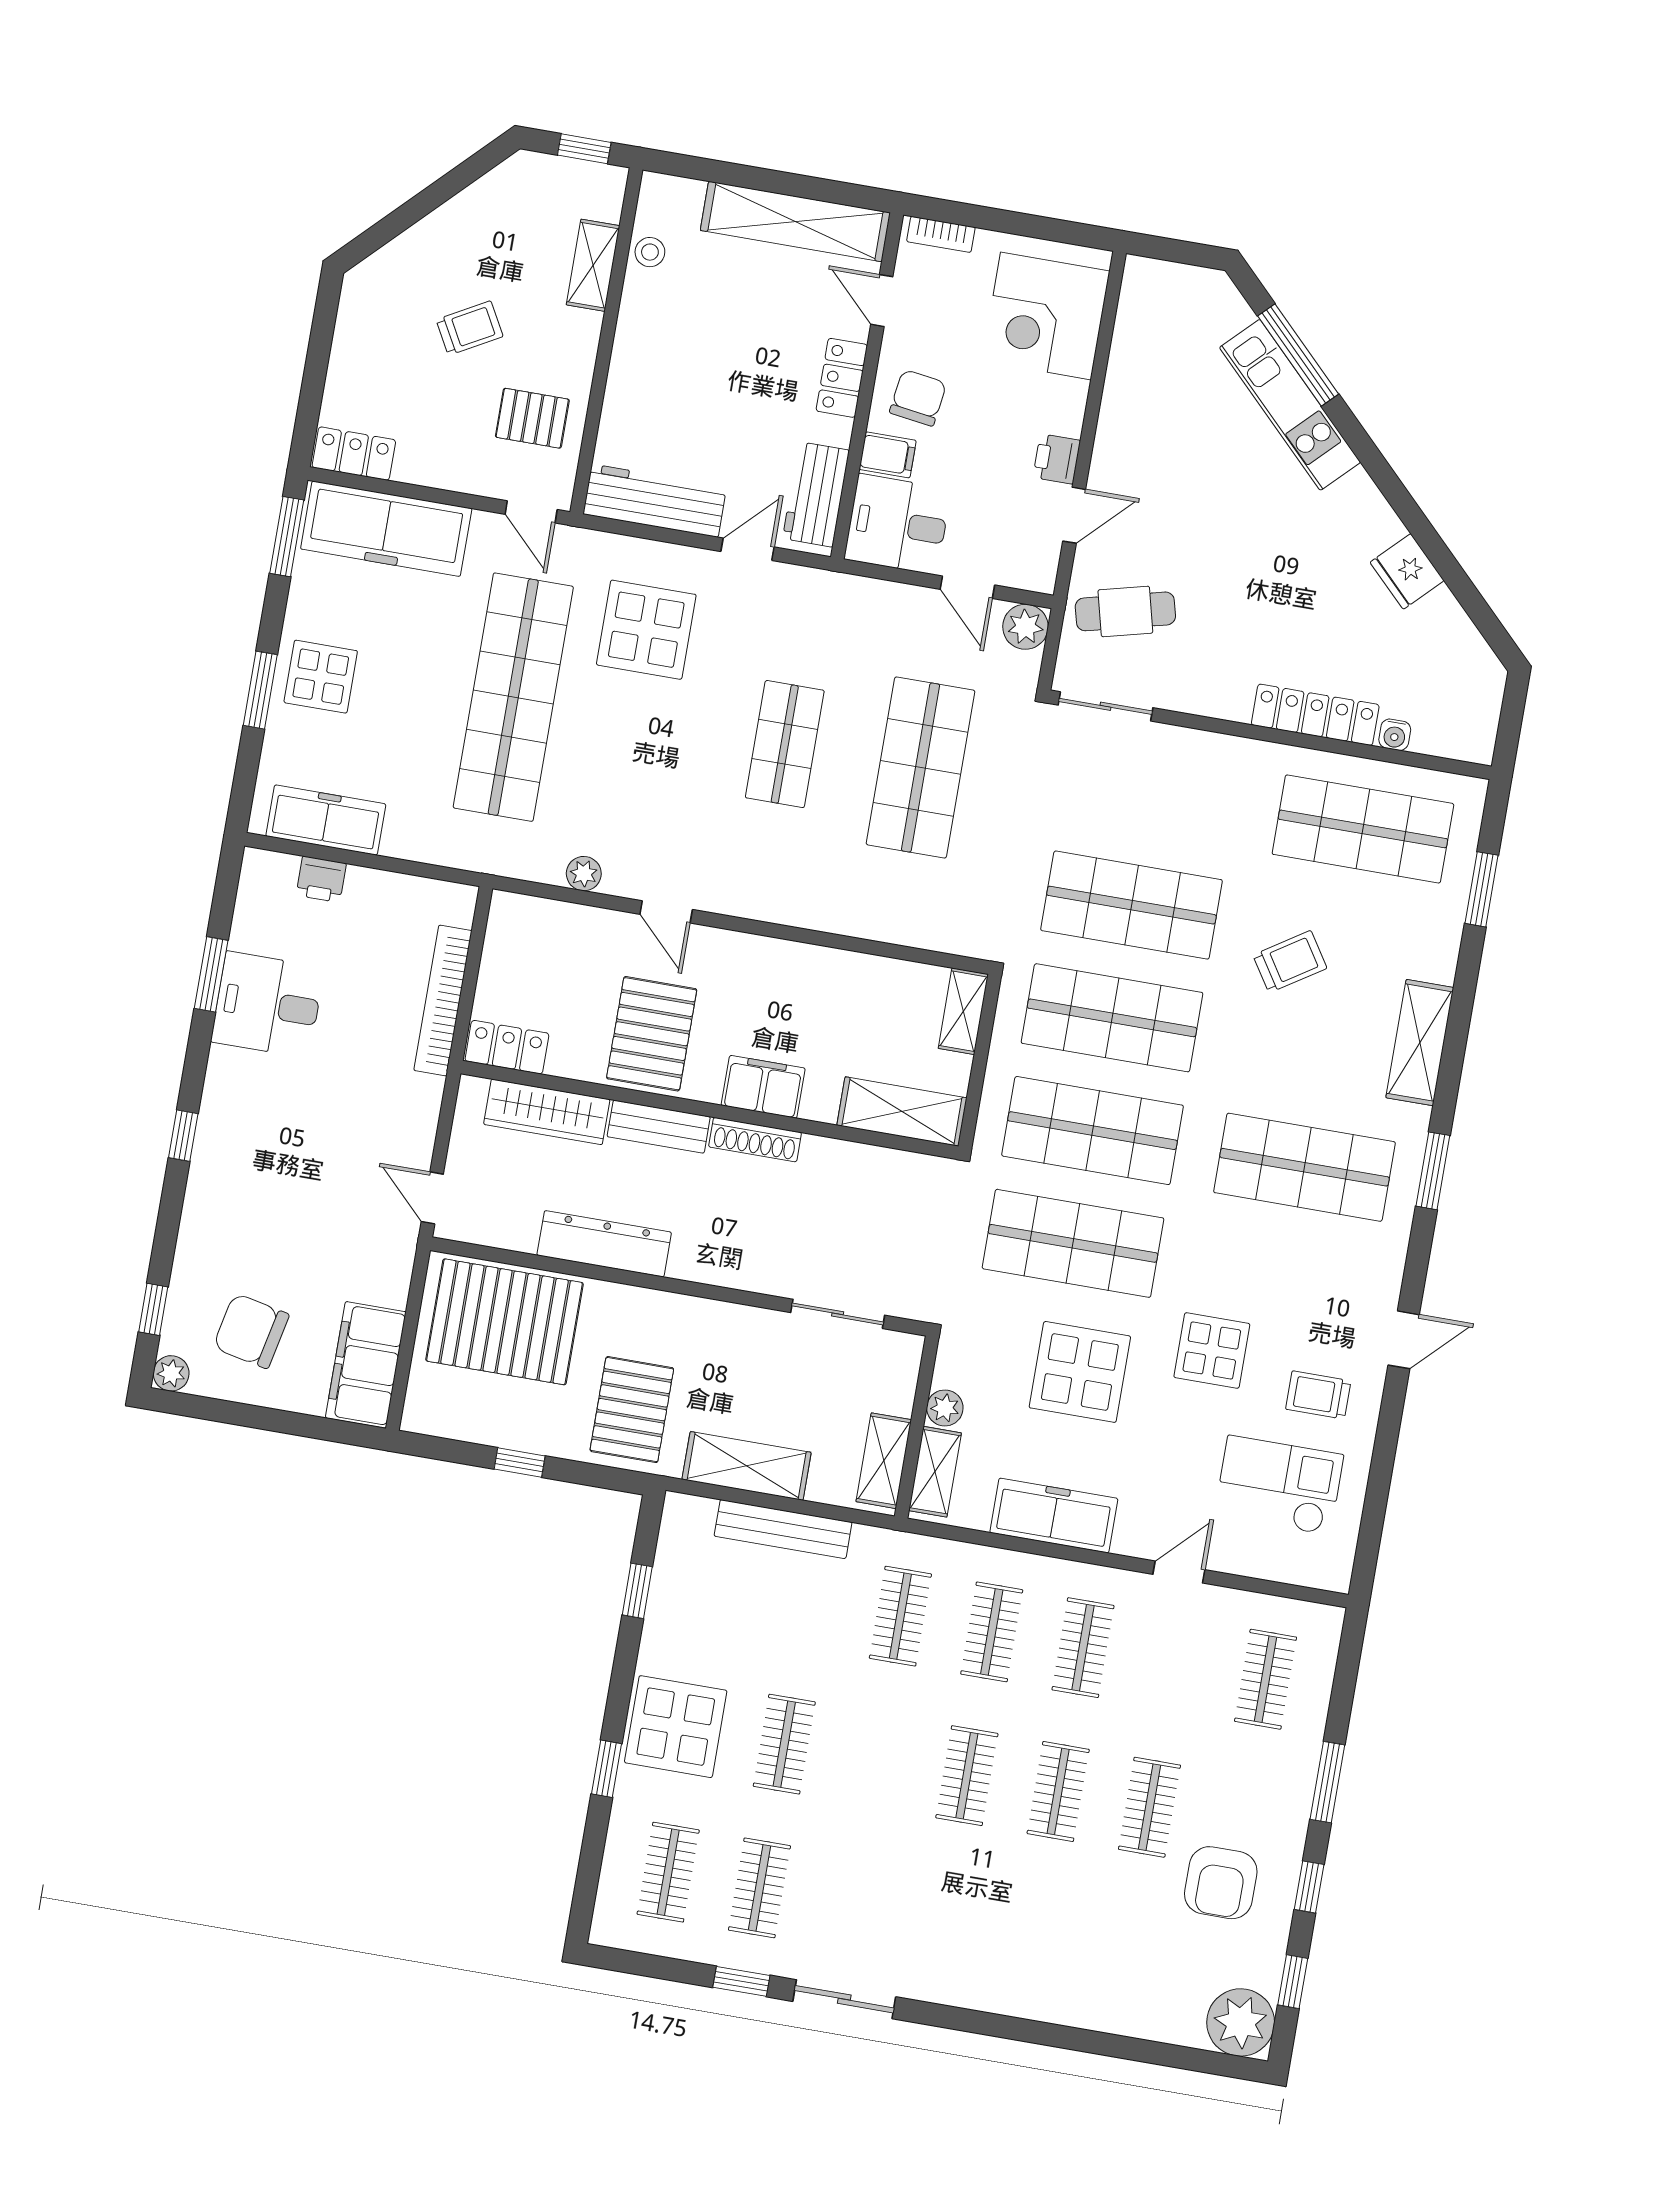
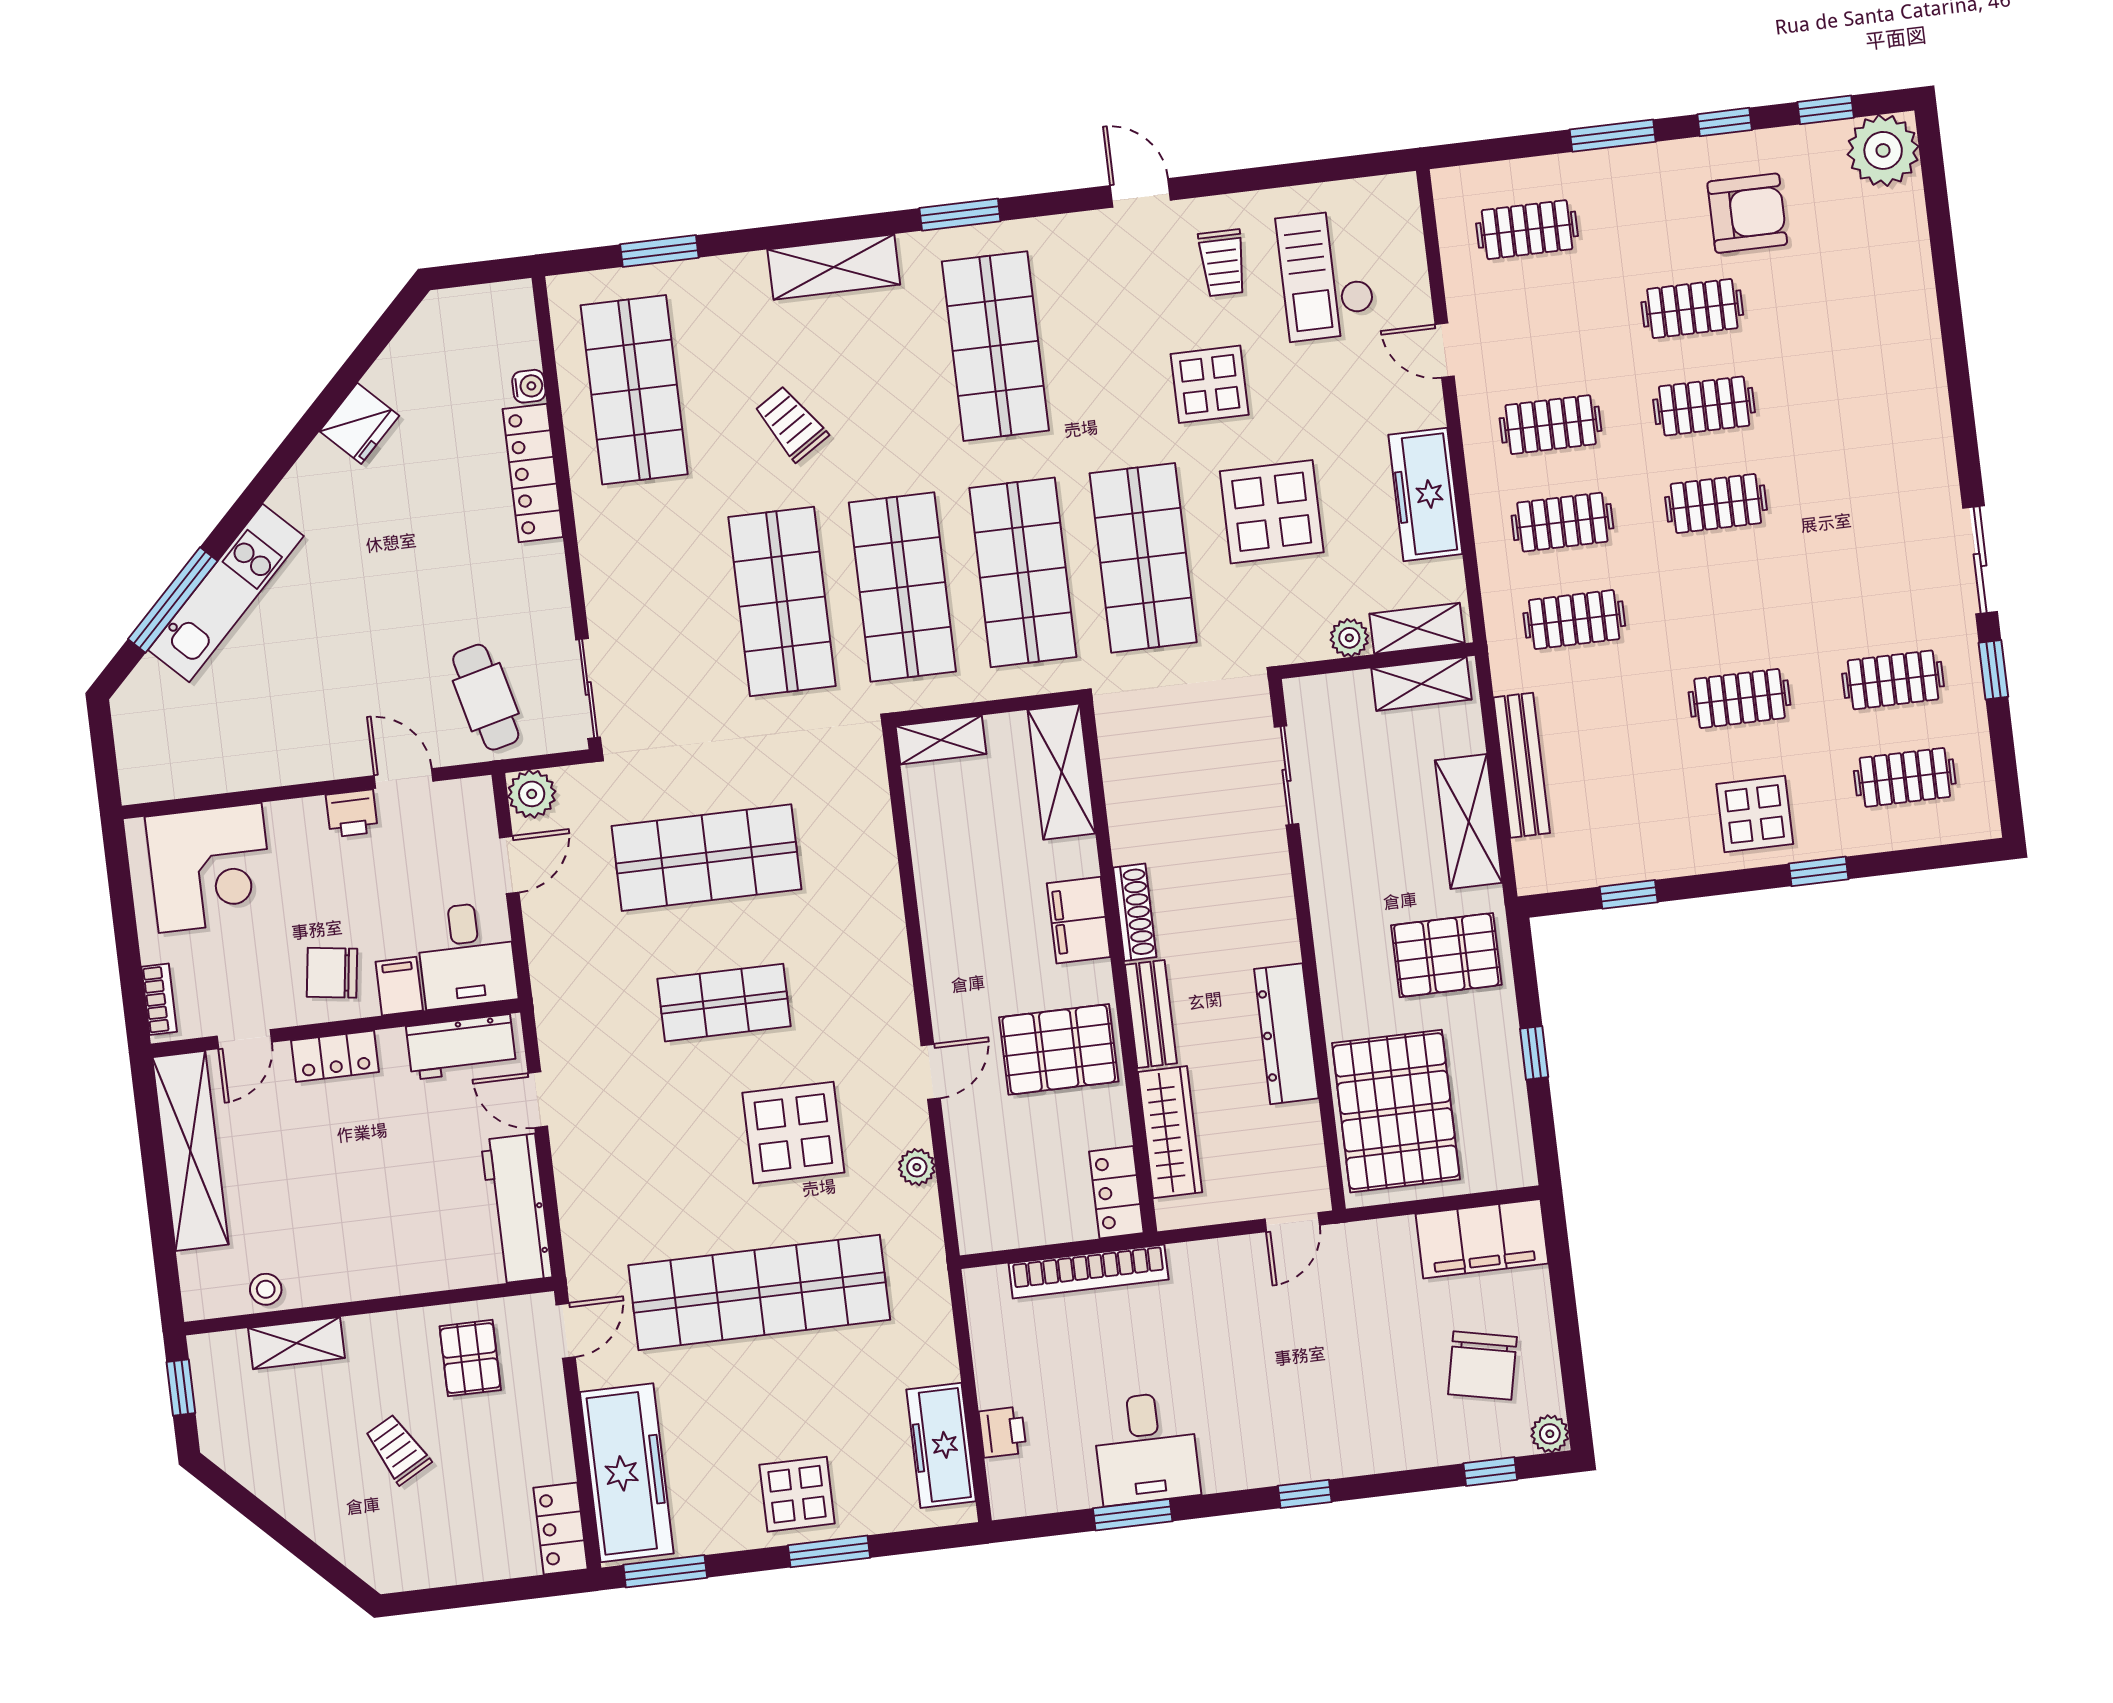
display table: (646, 630) -> (793, 1133), moved
display table: (676, 1727) -> (1755, 814), width x0.73, depth x0.73

